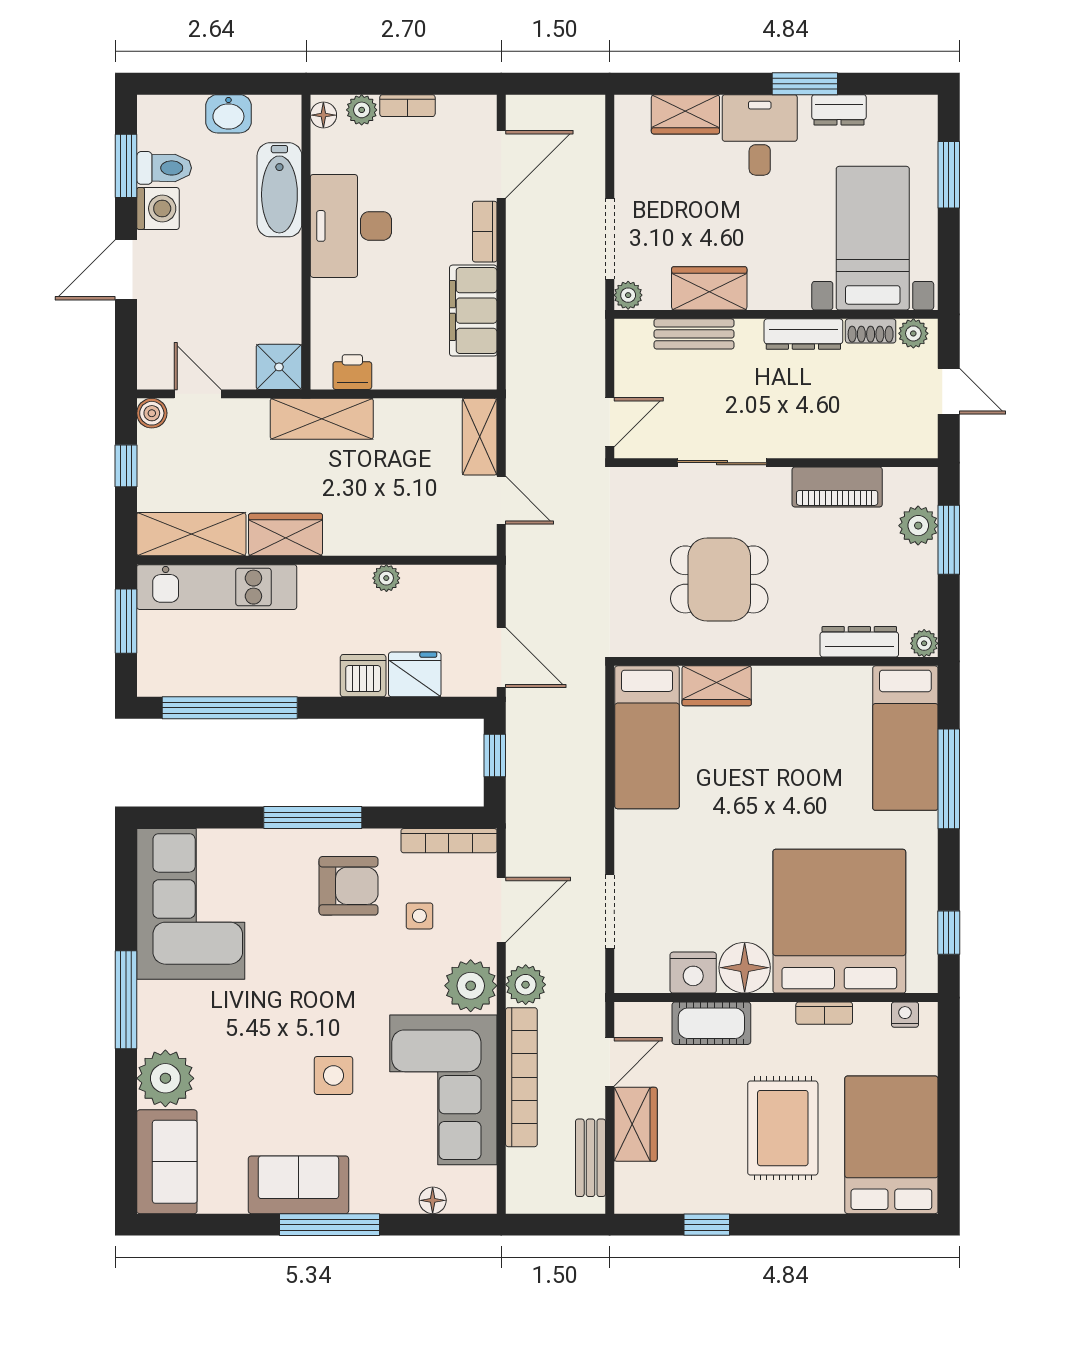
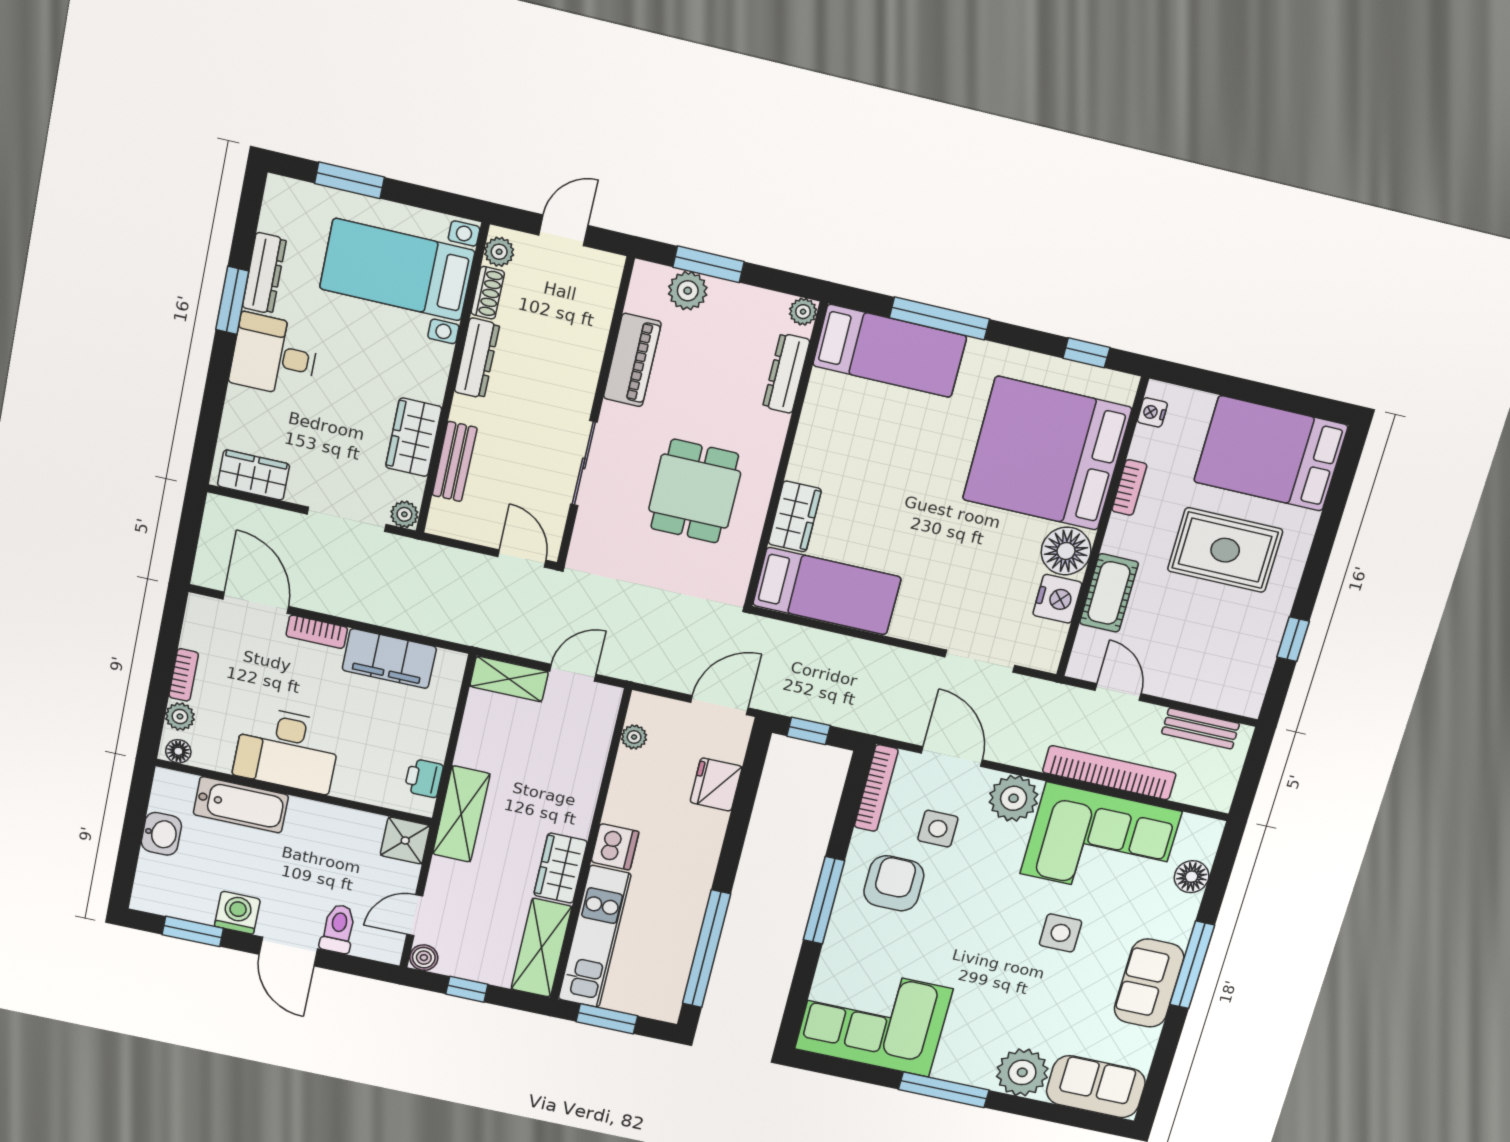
dresser: (839, 110) -> (264, 273), width x1.44
wardrobe: (685, 114) -> (254, 475), moved, turned -90
toilet: (164, 168) -> (338, 929), moved
plant: (386, 578) -> (634, 737), moved
dishwasher: (363, 676) -> (615, 847), moved, turned 180
side table: (419, 916) -> (938, 829), width x1.37, depth x1.37
plant: (526, 985) -> (1026, 750), removed
wardrobe: (636, 1124) -> (1182, 682), removed
floor lamp: (433, 1200) -> (1192, 877), width x1.37, depth x1.37

